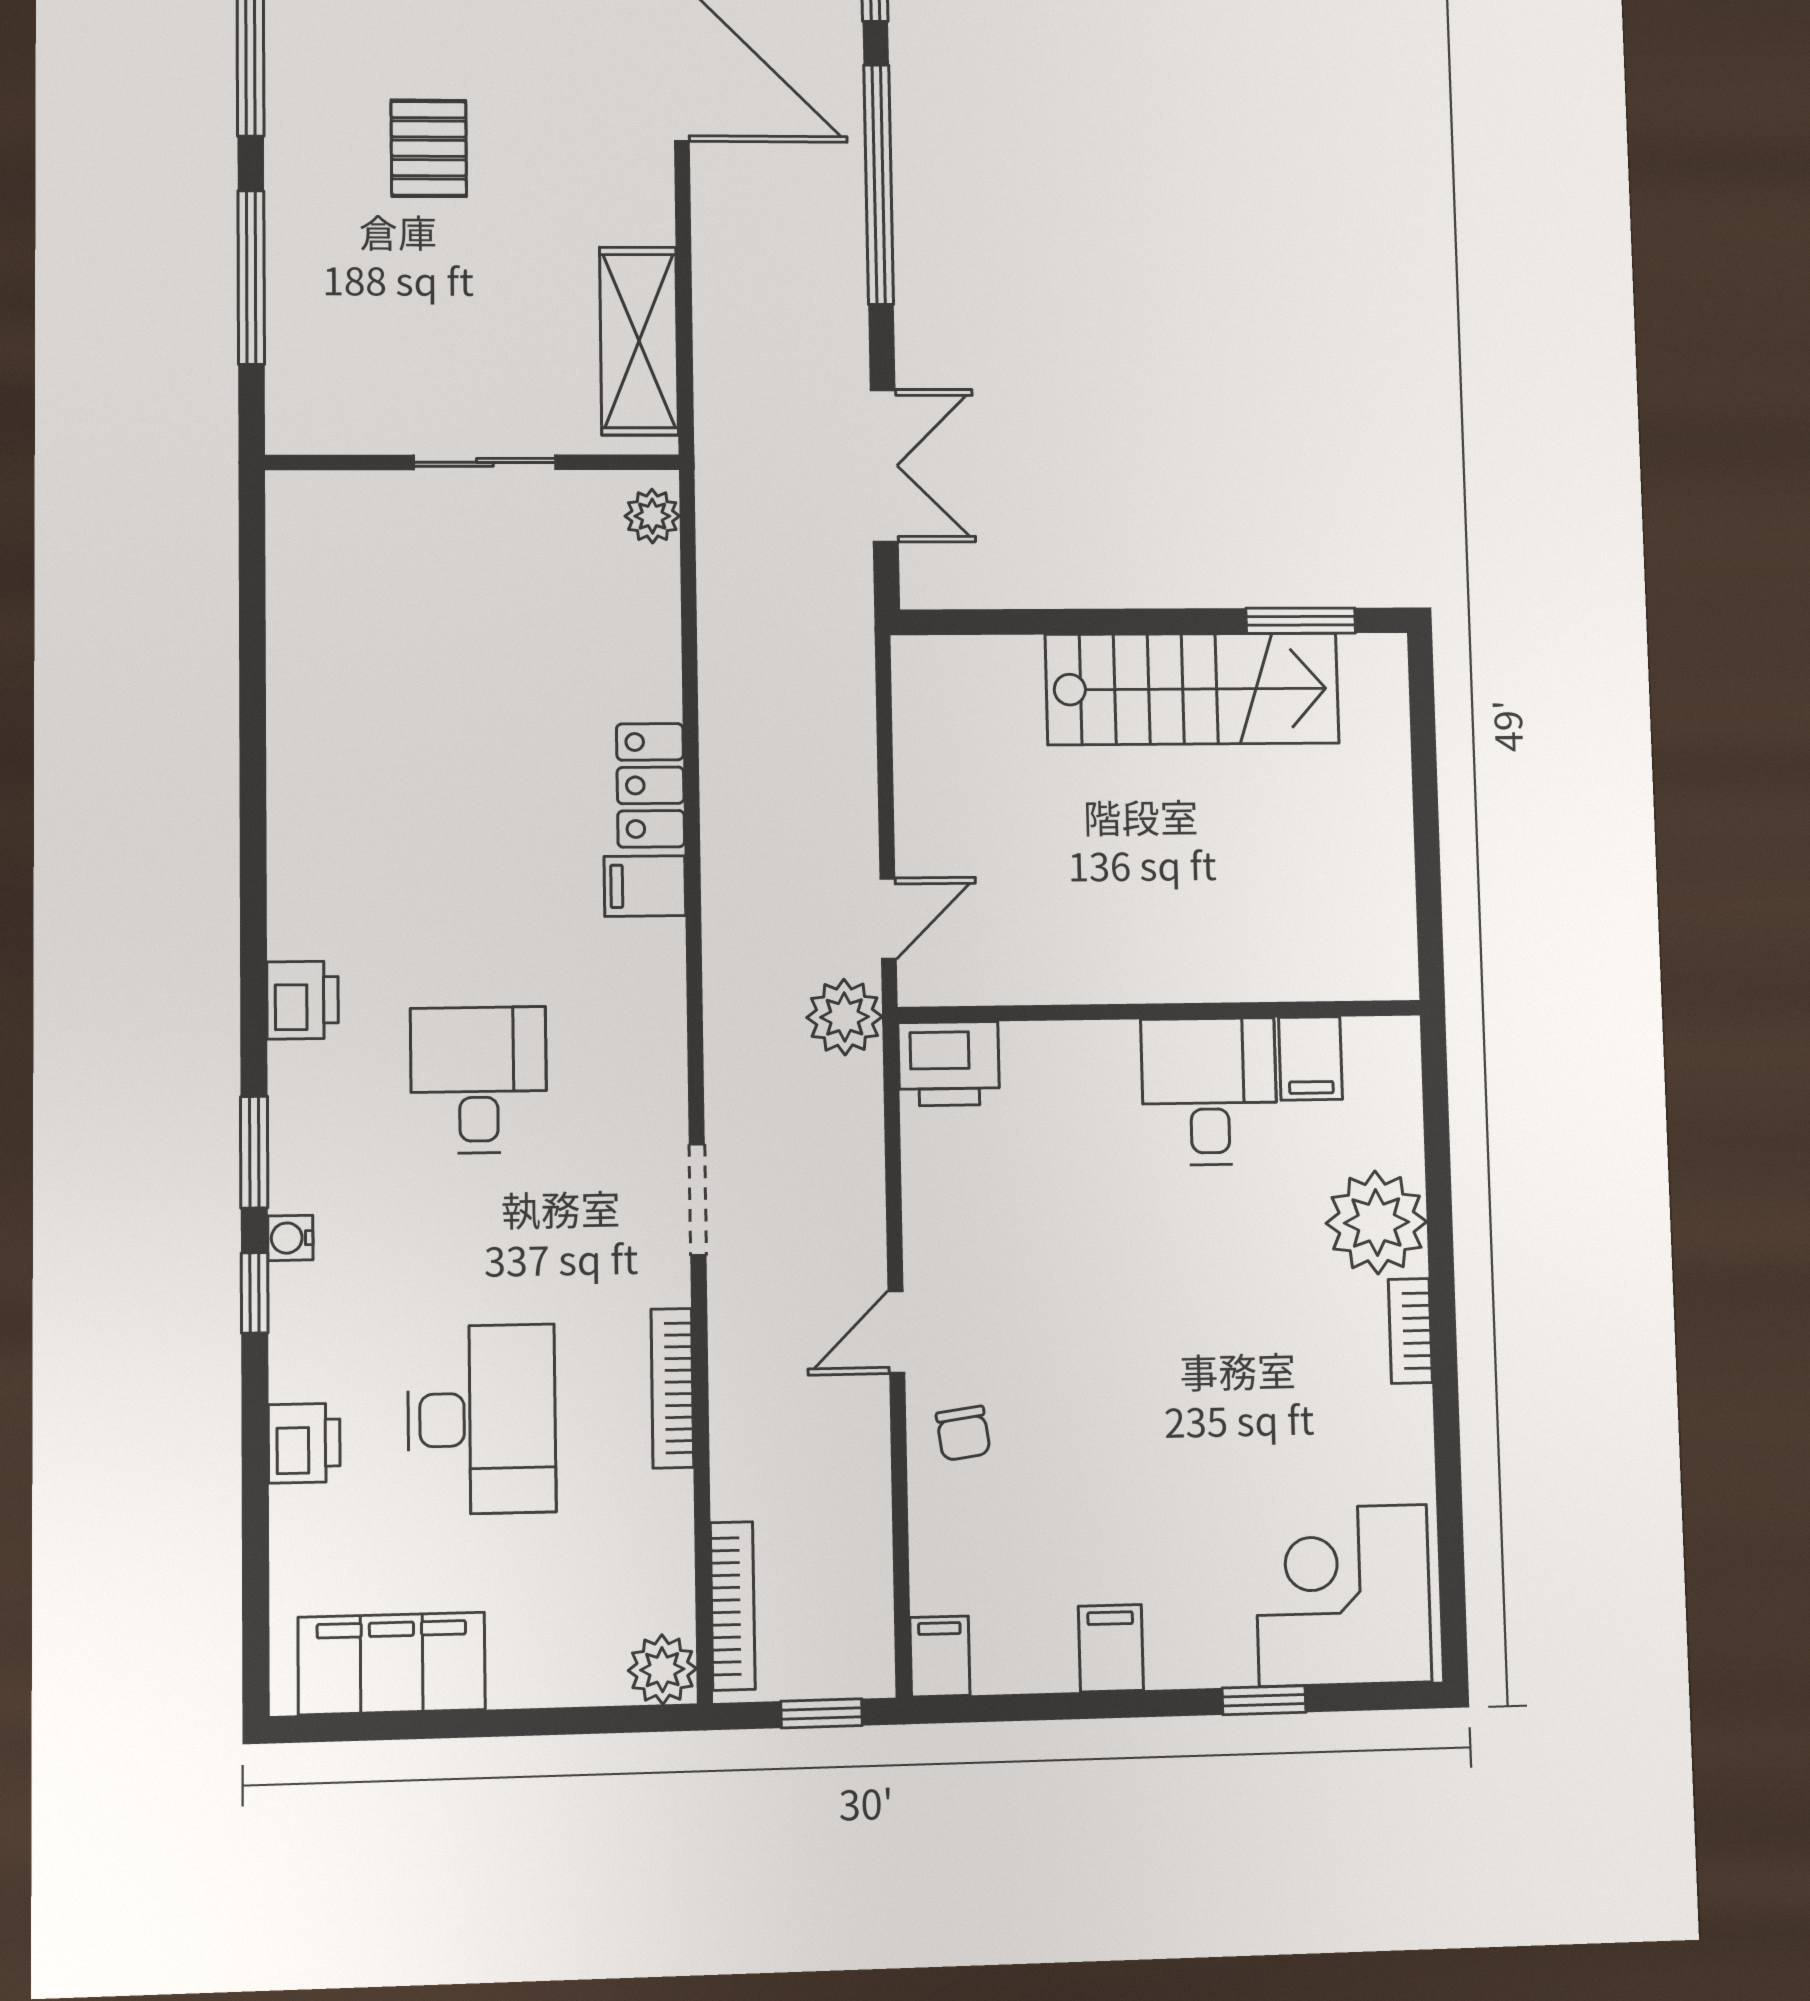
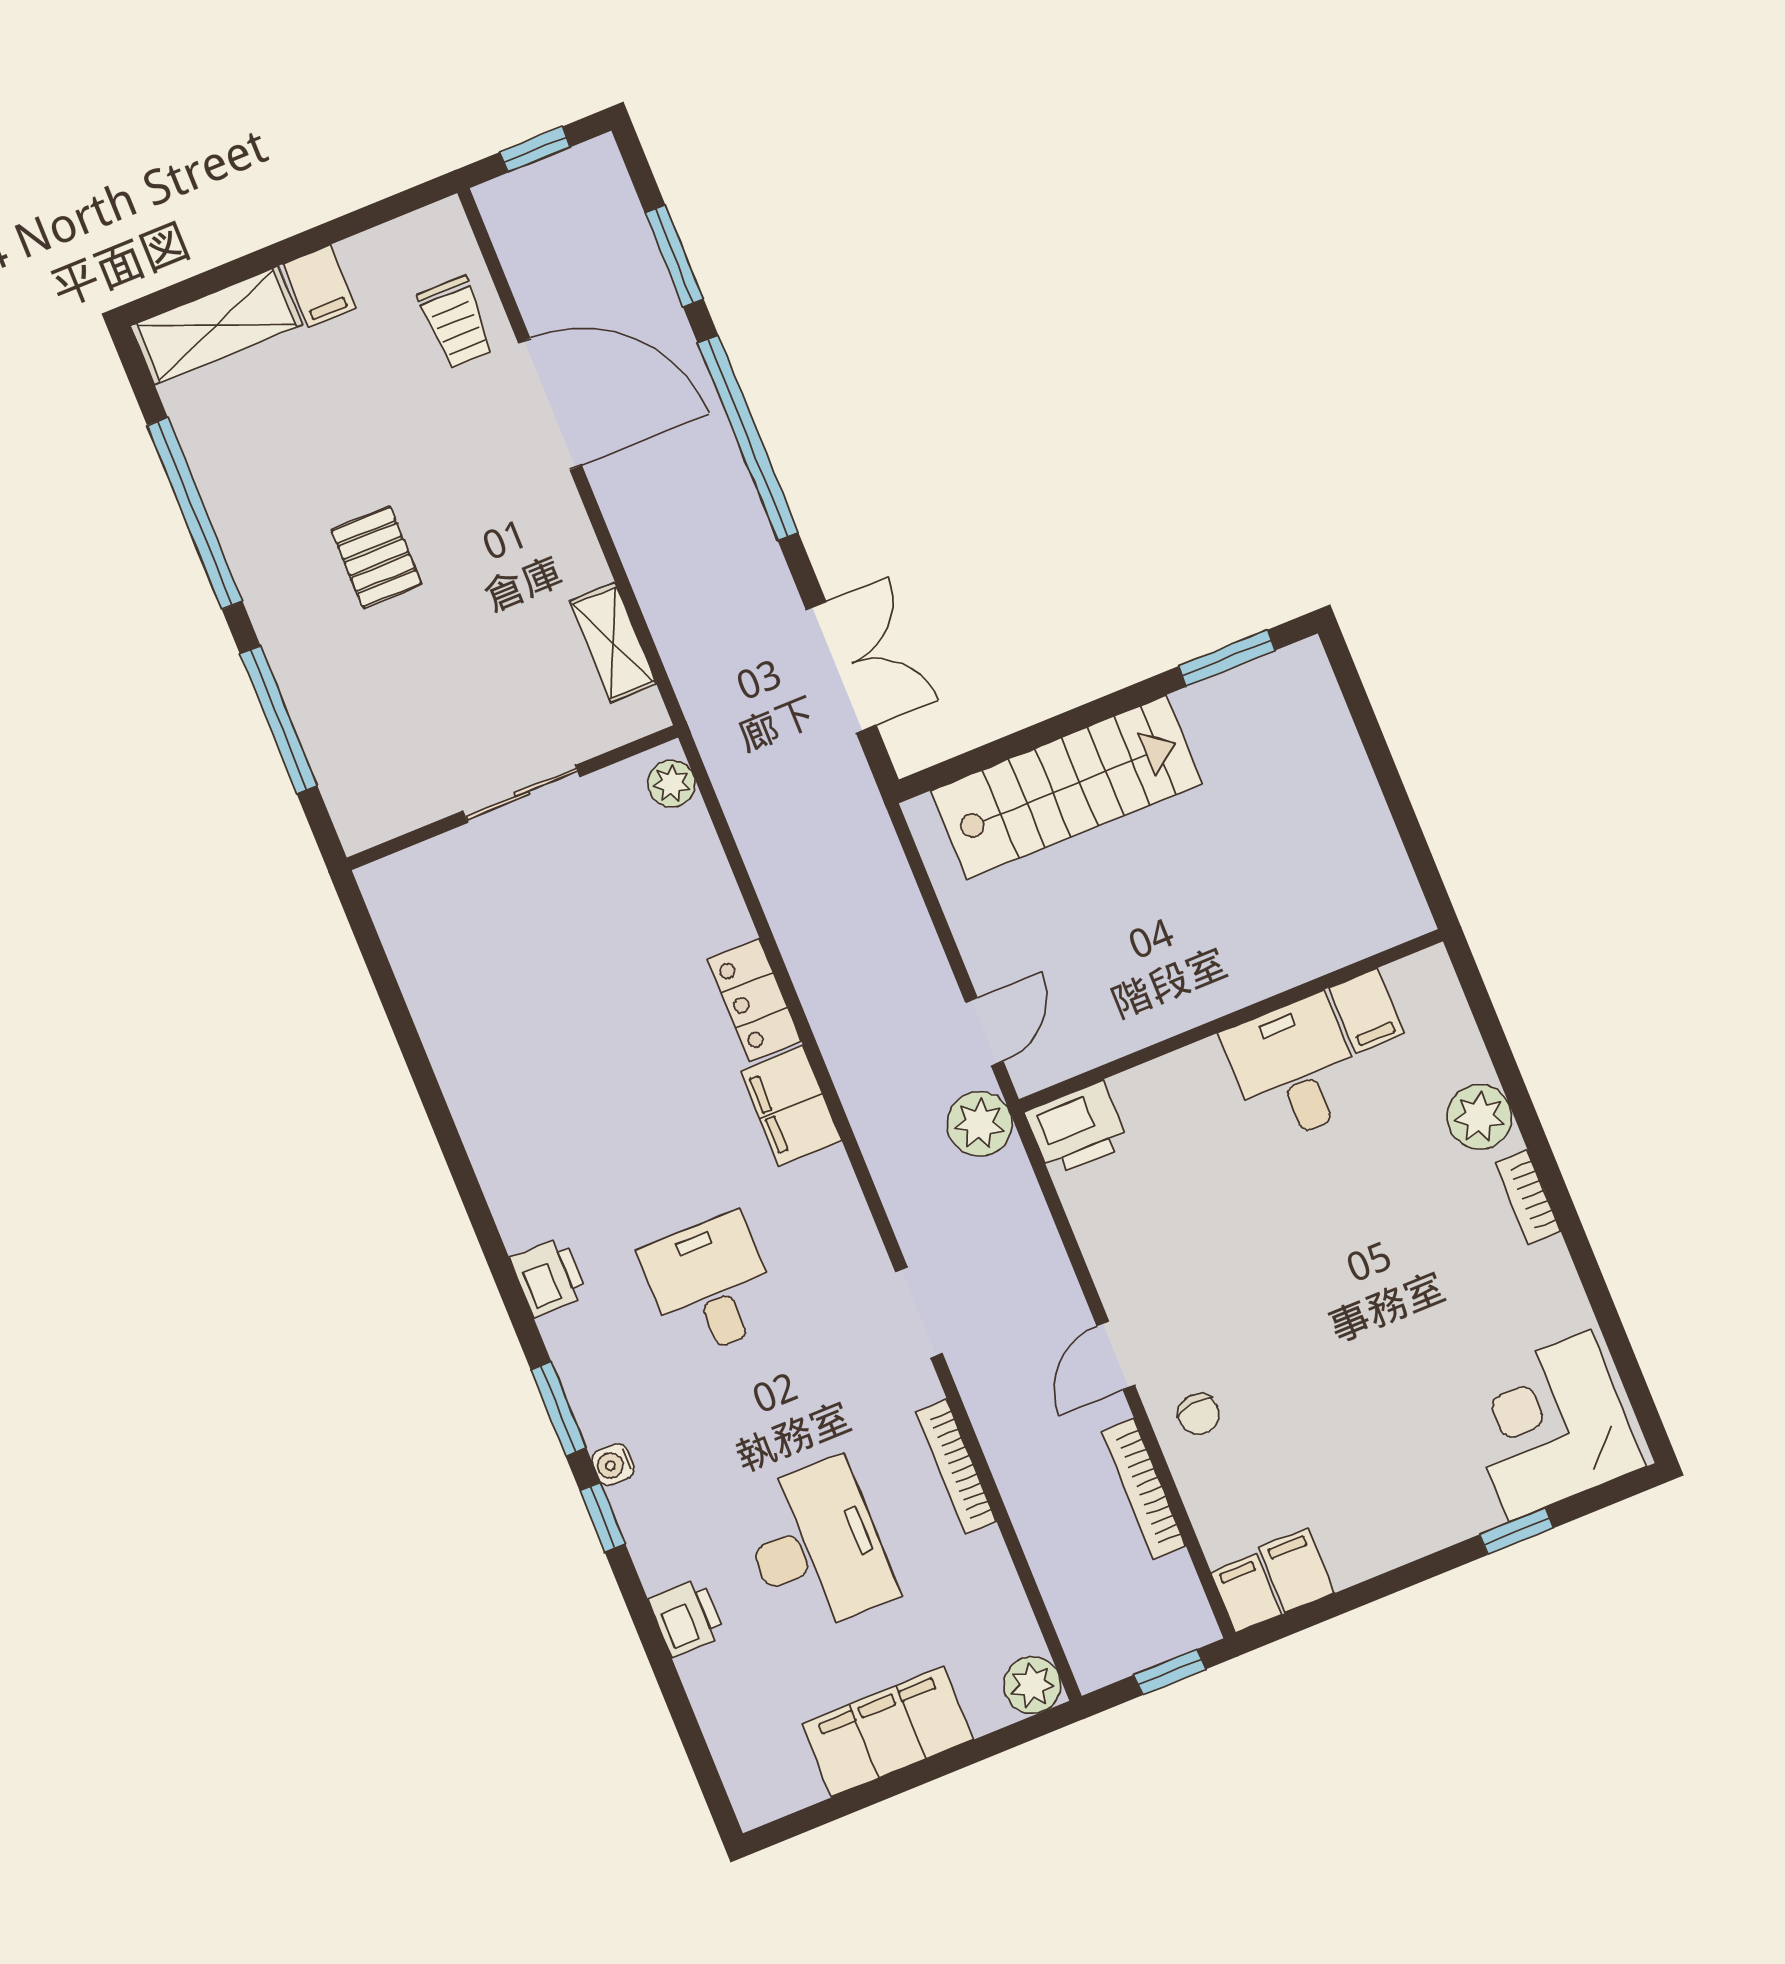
shelving: (639, 341) -> (613, 643), width x0.67, depth x0.75
stairs: (1192, 689) -> (1067, 787), moved
filing cabinet: (645, 886) -> (791, 1106), width x2.00
plant: (1377, 1222) -> (1479, 1117), width x0.73, depth x0.73
bookcase: (733, 1606) -> (1144, 1489), moved, turned 180
filing cabinet: (1111, 1648) -> (1297, 1570), moved
filing cabinet: (392, 1664) -> (887, 1732), moved

